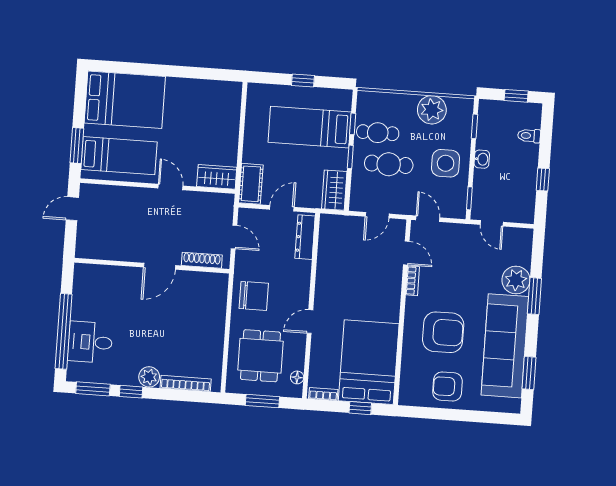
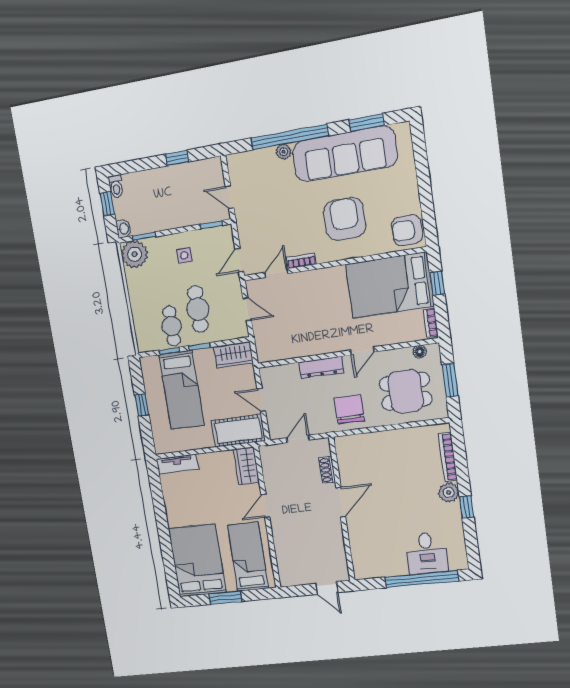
tv unit: (233, 103) -> (177, 464), added
plant: (432, 110) -> (135, 254), moved
toilet: (529, 136) -> (116, 186), moved
window: (77, 146) -> (225, 598), moved
washbasin: (482, 159) -> (124, 229), moved, turned 90
side table: (446, 163) -> (184, 255), width x0.54, depth x0.54
cot: (251, 184) -> (238, 431), width x1.37, depth x1.34
door: (72, 209) -> (327, 588), moved
door: (492, 223) -> (230, 197), swing flipped
dresser: (305, 237) -> (321, 367), moved
shoe rack: (202, 260) -> (327, 470), width x0.70
door: (160, 266) -> (341, 502), hinge flipped
plant: (516, 280) -> (284, 152), width x0.53, depth x0.53
window: (534, 296) -> (290, 137), width x2.11
door: (310, 322) -> (362, 351), hinge flipped
armchair: (447, 386) -> (407, 230), moved, turned 89
window: (93, 389) -> (471, 543), removed

